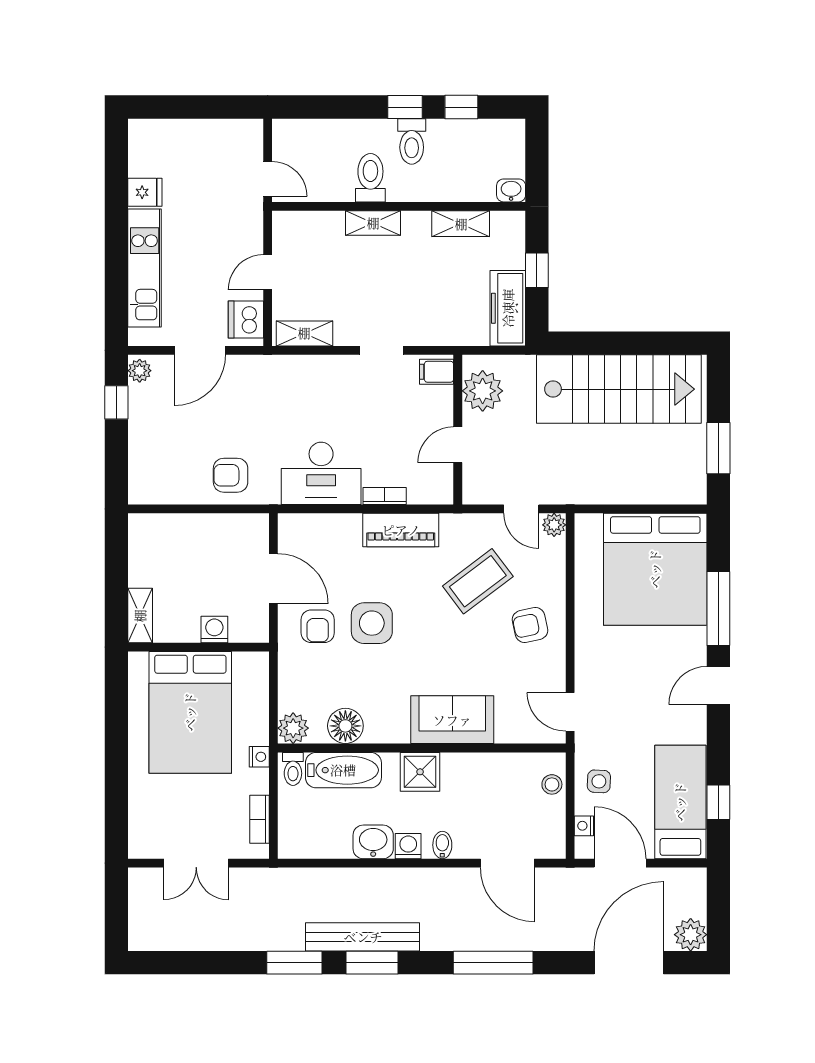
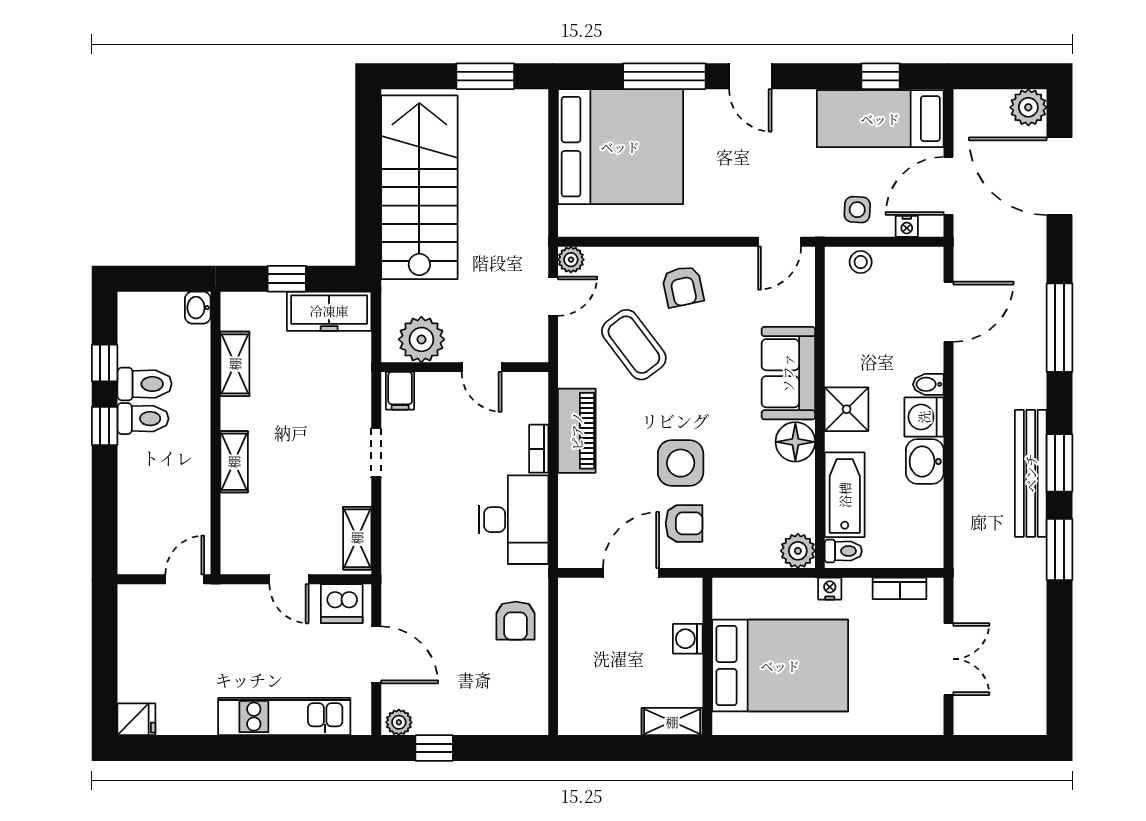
toilet: (370, 178) -> (145, 384), moved, turned 180
fridge: (145, 192) -> (136, 719), moved, turned 90
floor lamp: (345, 726) -> (795, 442), moved
washing machine: (408, 846) -> (924, 417), width x1.38, depth x1.38

